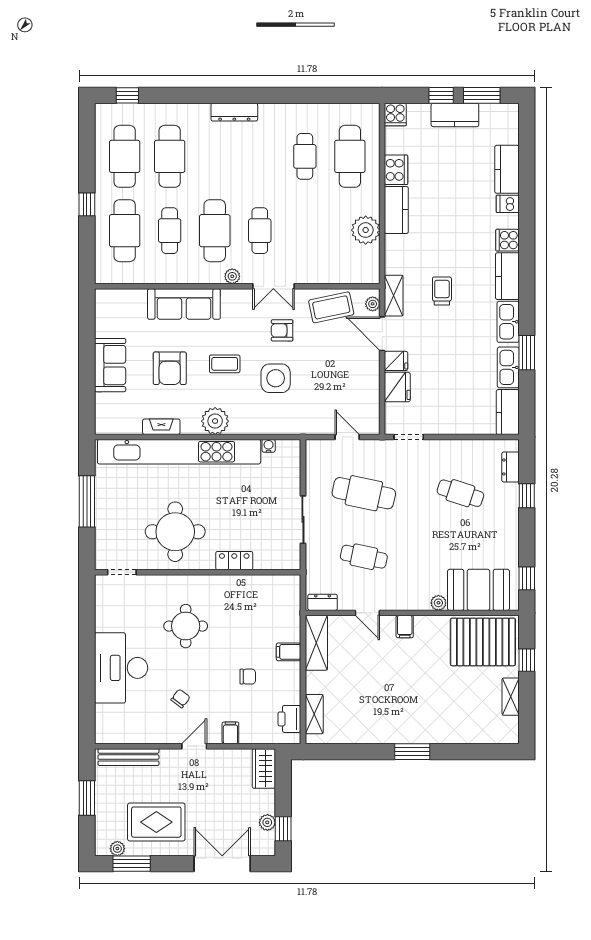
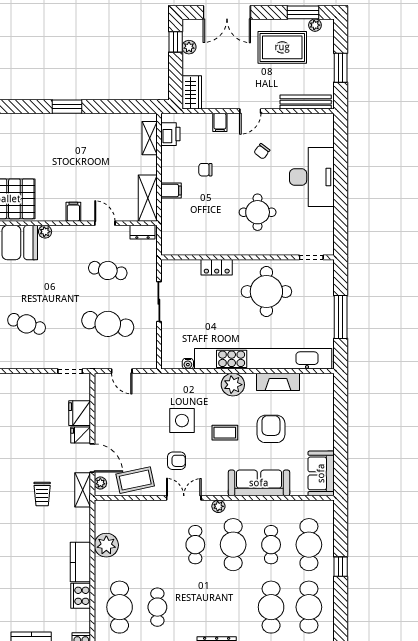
sofa: (110, 365) -> (321, 473), moved
fireplace: (161, 427) -> (278, 382), width x1.37, depth x1.32

